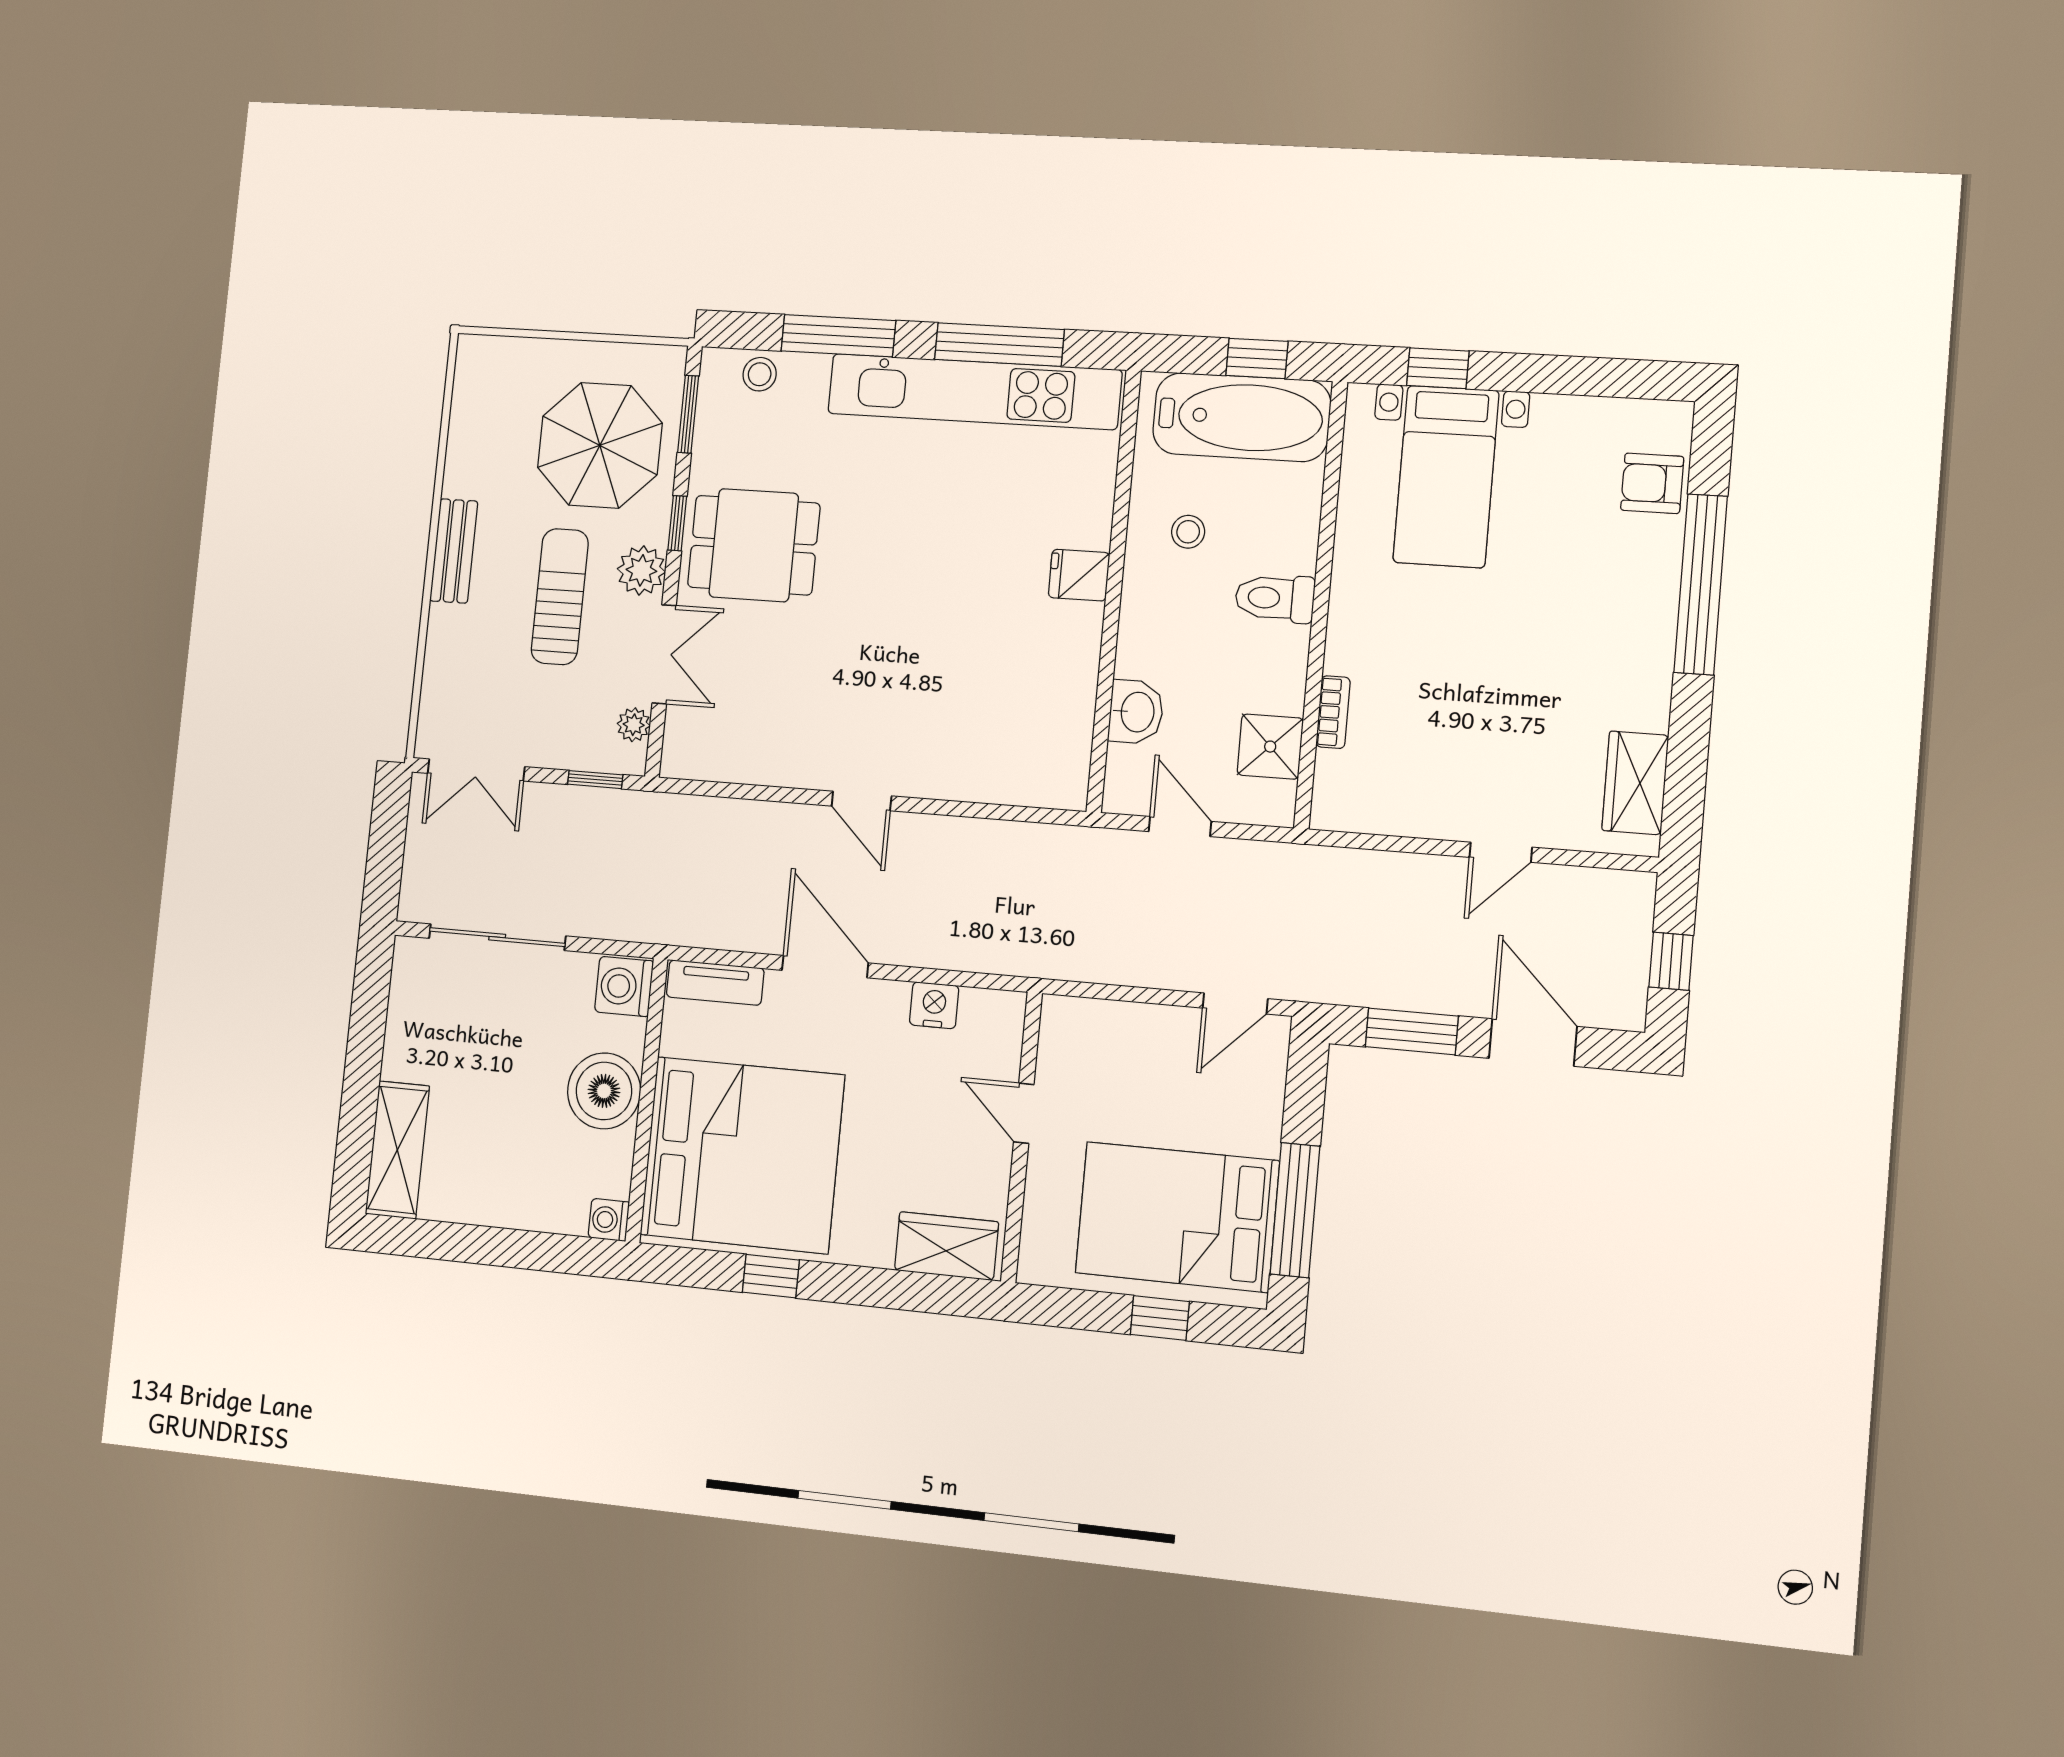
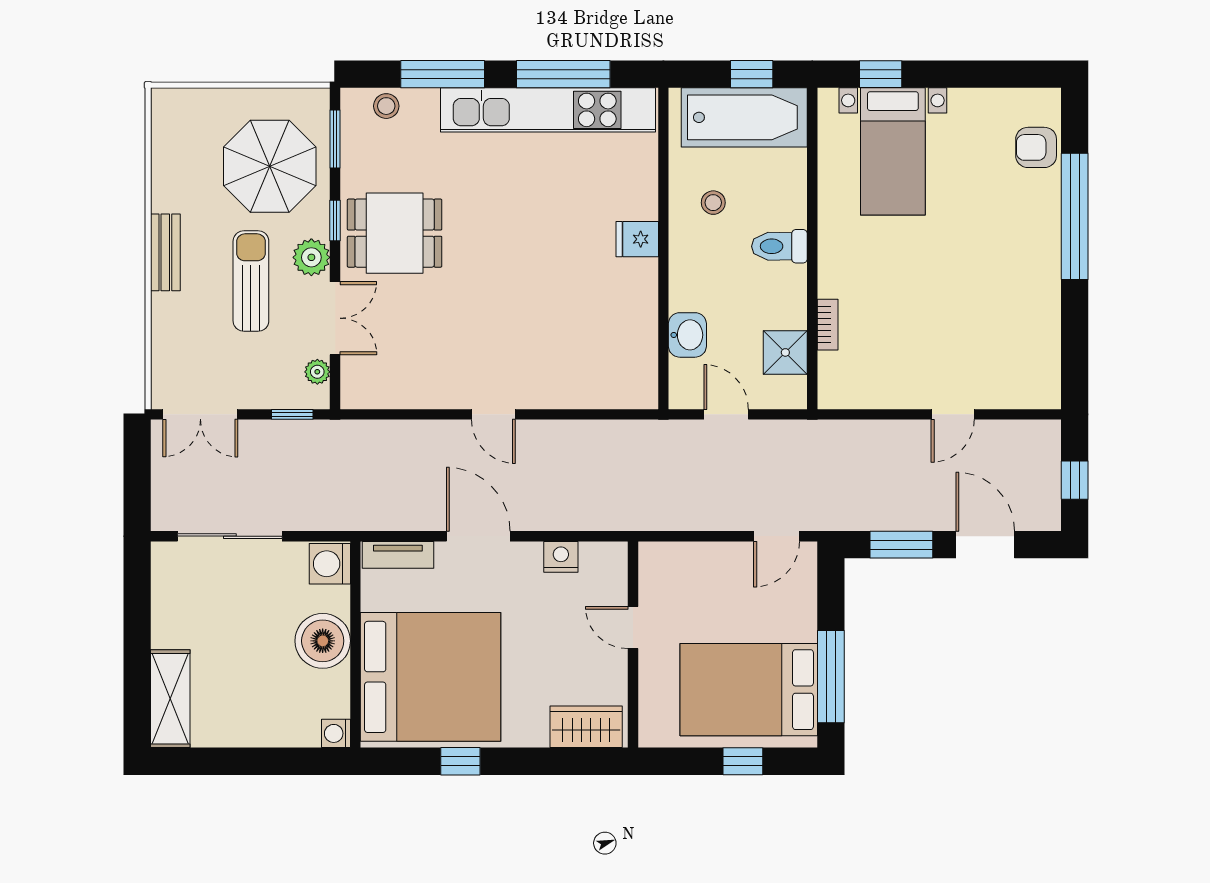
wardrobe: (1635, 783) -> (1041, 359), removed

